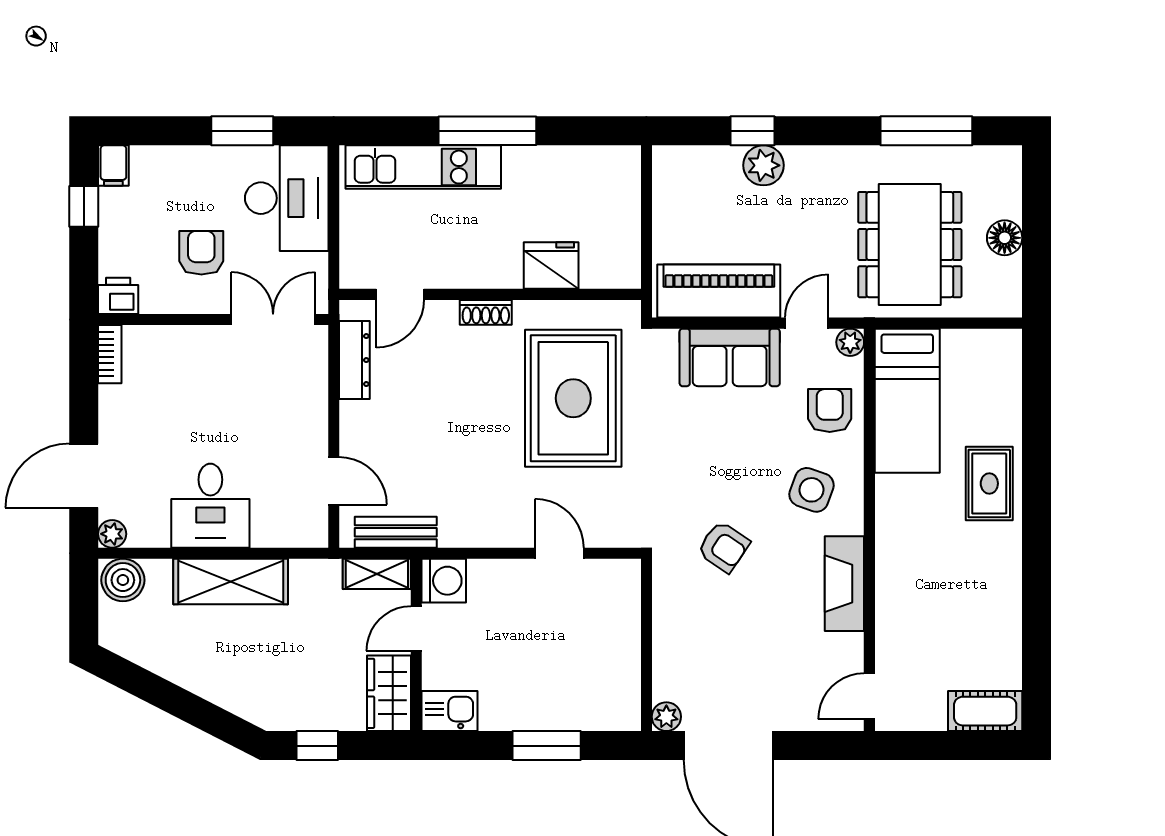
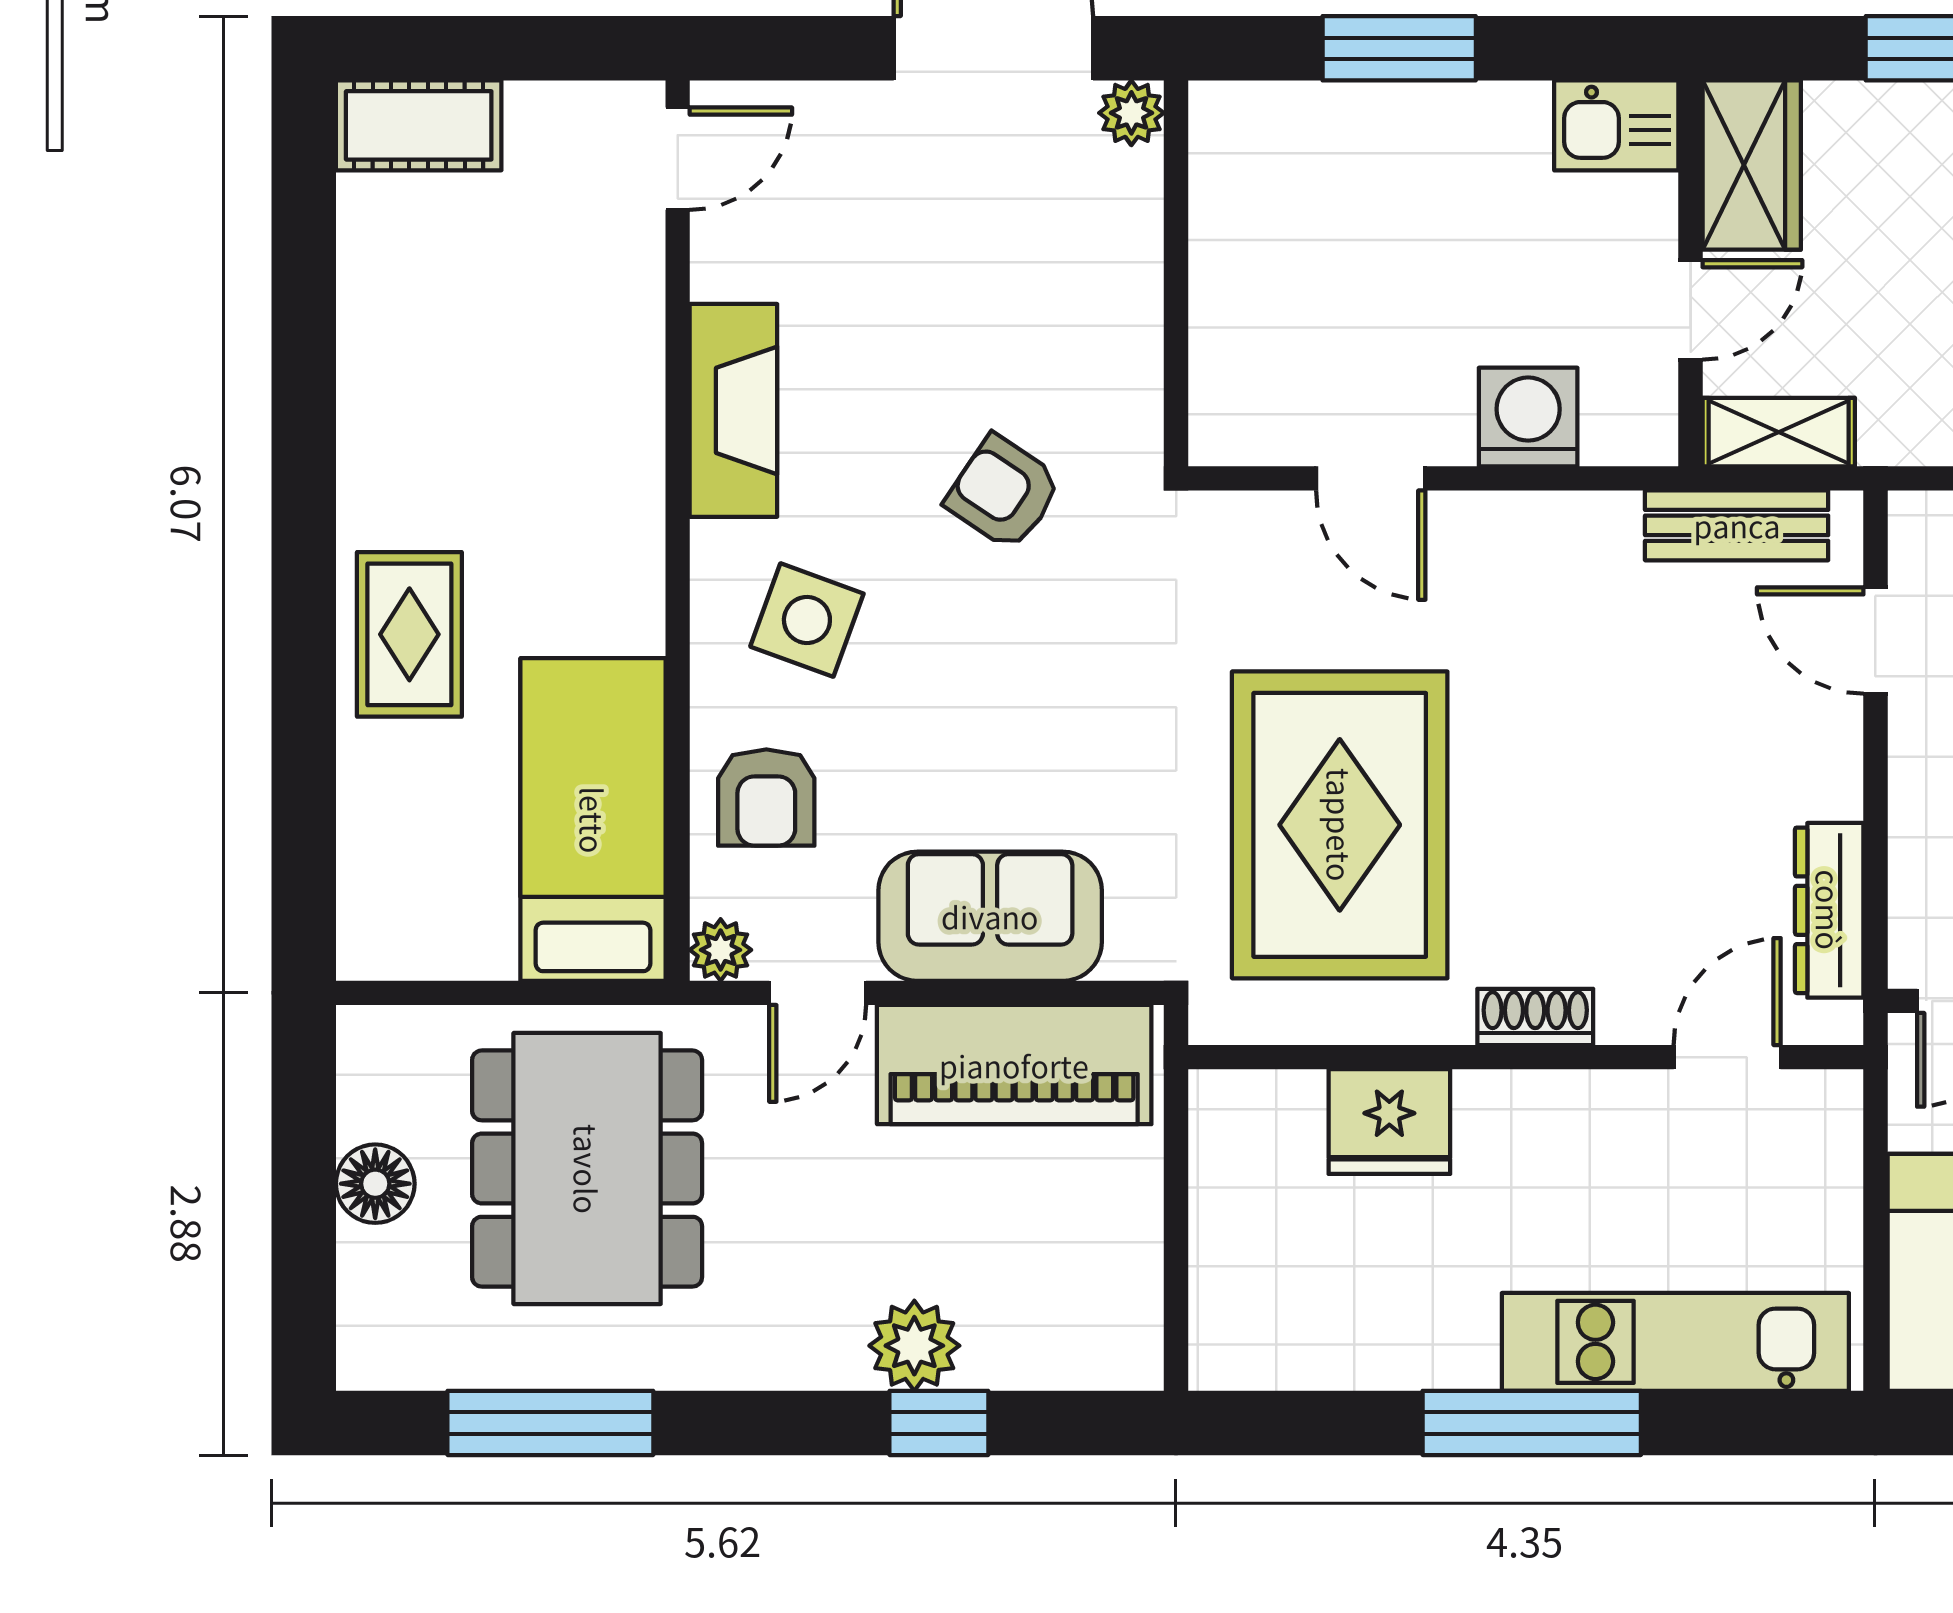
washing machine: (444, 581) -> (1528, 417), moved, turned 90

